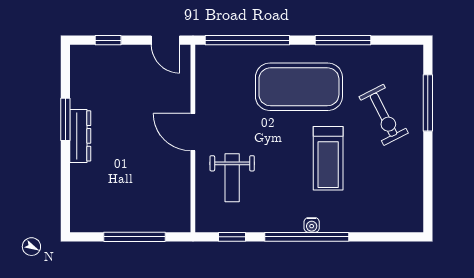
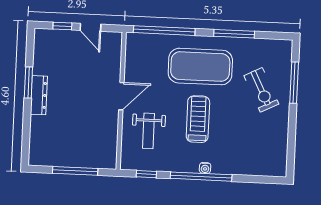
door: (165, 40) -> (90, 27), moved
door: (193, 132) -> (121, 96), swing flipped
treadmill: (328, 158) -> (198, 119), moved, turned 180

